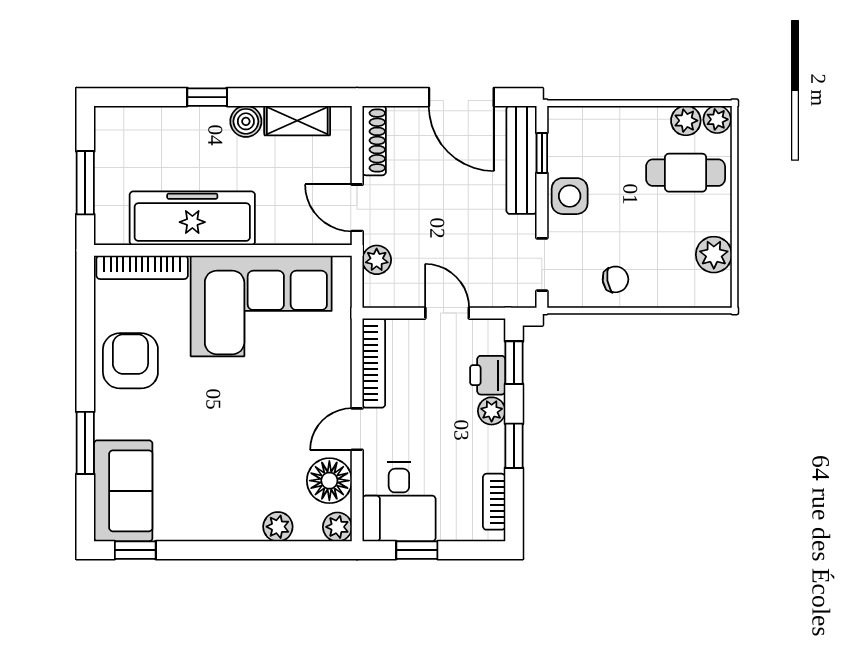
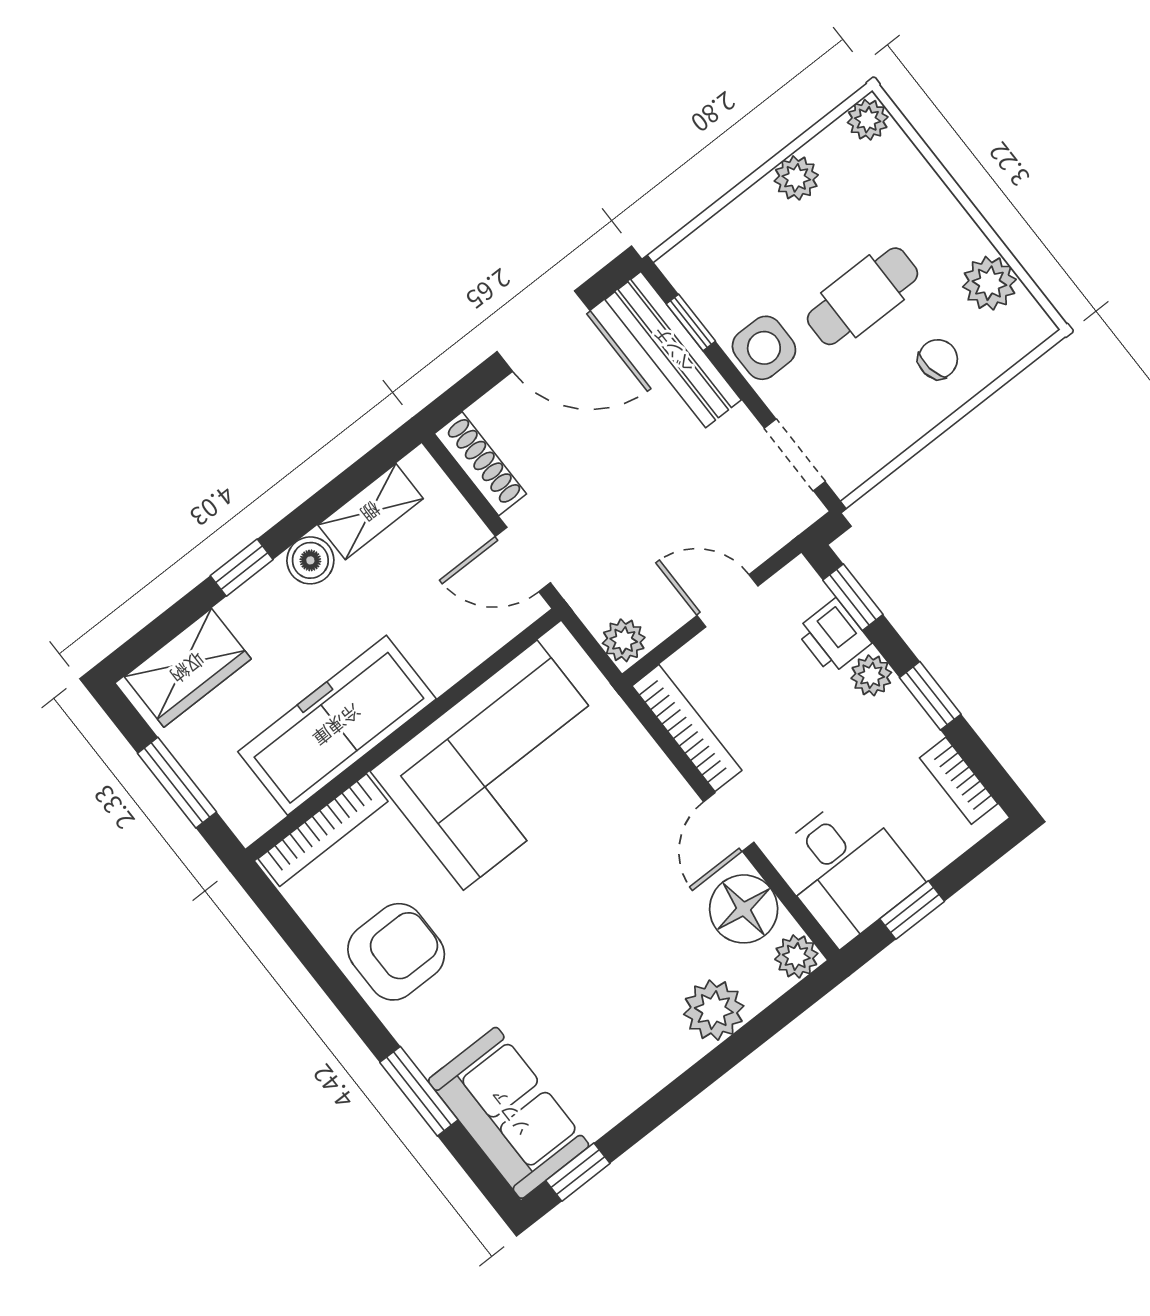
plant: (686, 121) -> (796, 178), moved
wardrobe: (138, 127) -> (188, 668), added
cafe table: (686, 173) -> (863, 296), moved
plant: (377, 260) -> (624, 640), moved
chair: (615, 279) -> (938, 359), moved
armchair: (130, 361) -> (396, 952), turned 90
plant: (278, 527) -> (714, 1010), width x1.38, depth x1.38

